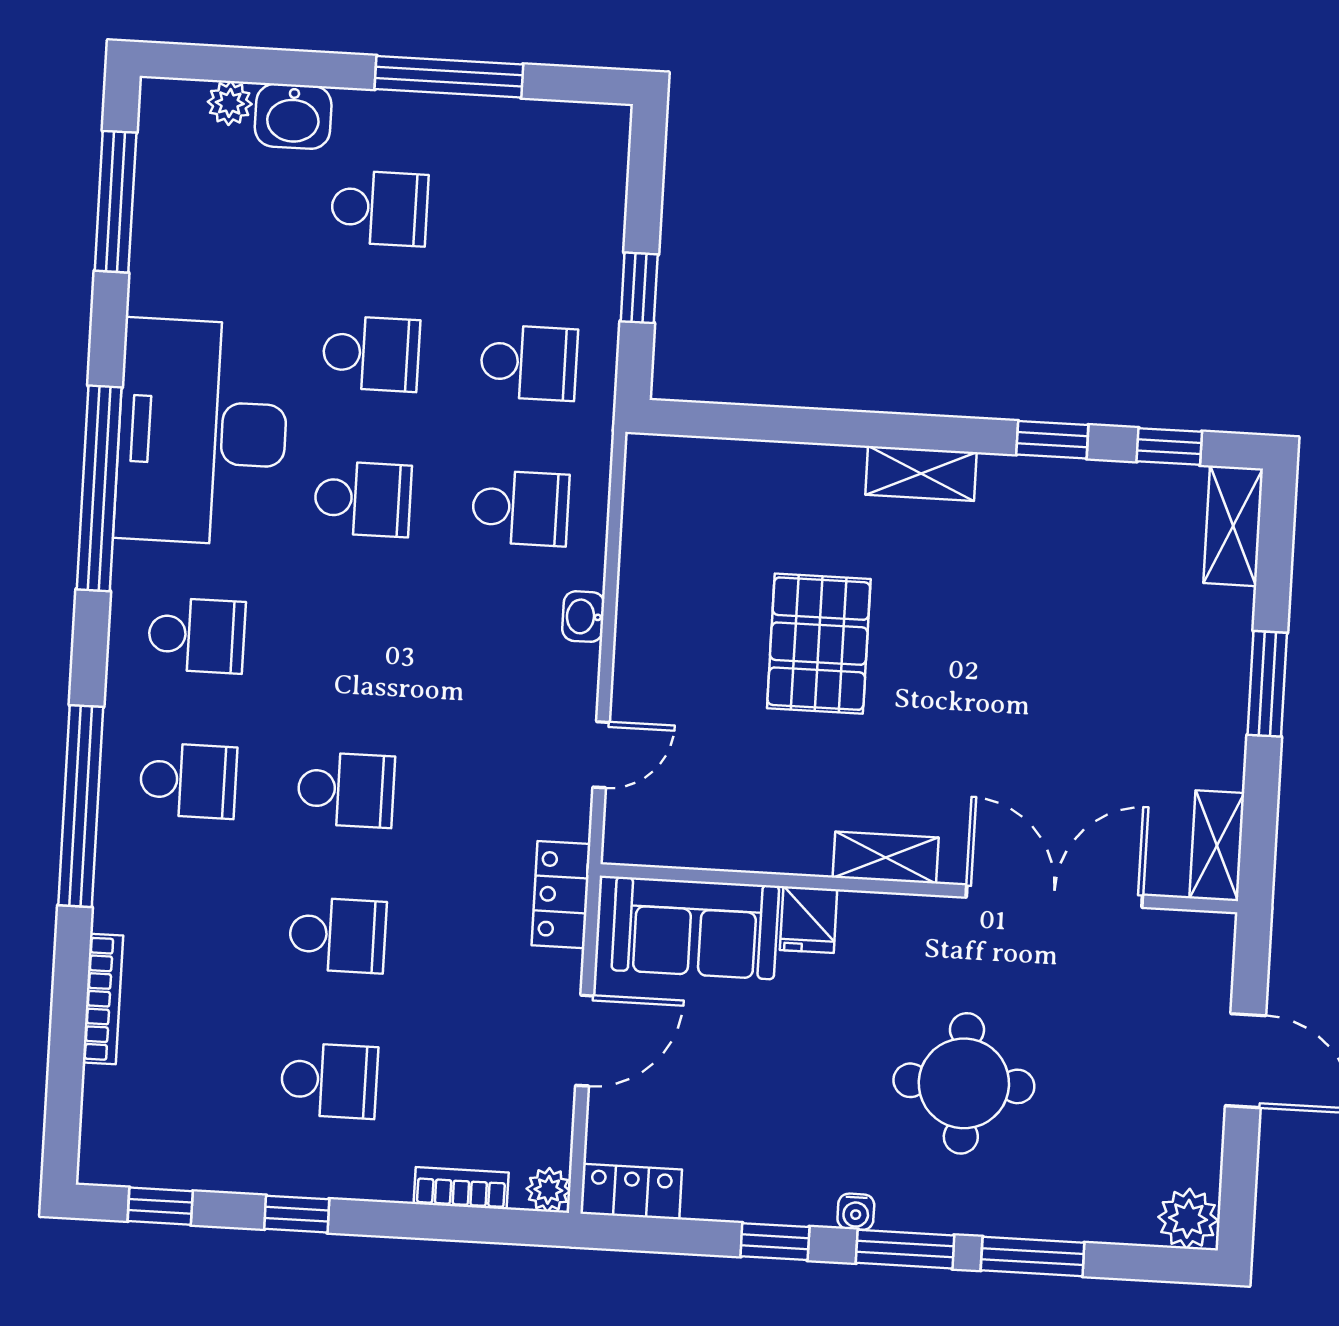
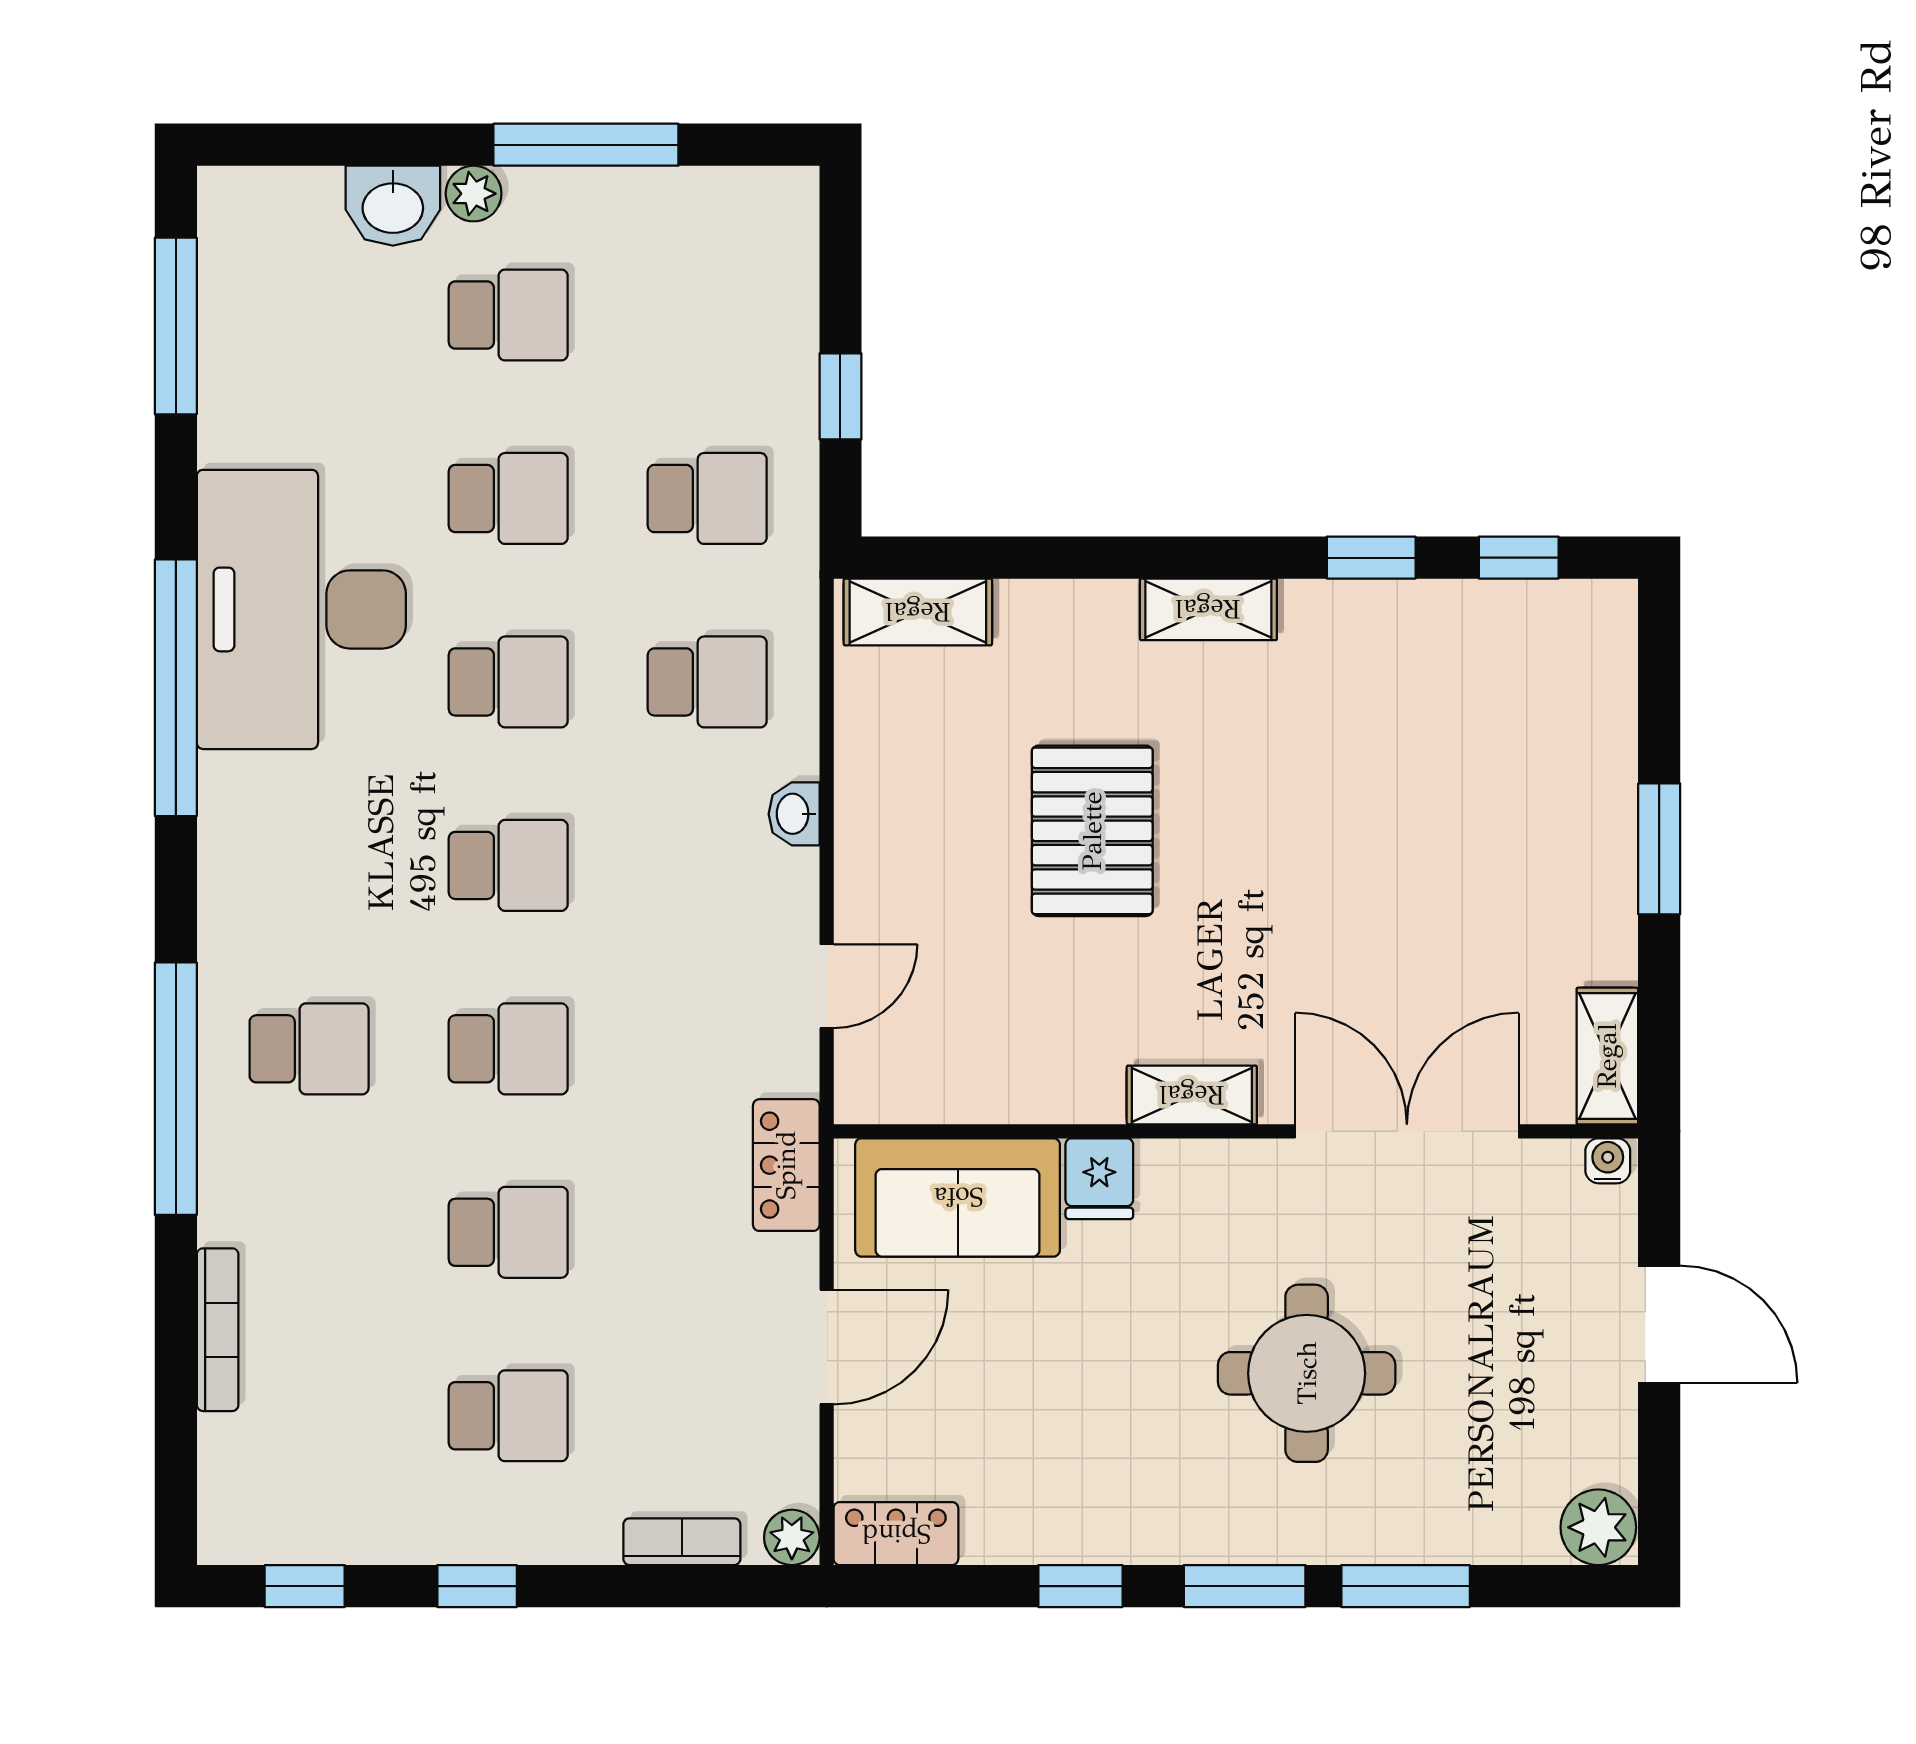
plant: (230, 103) -> (474, 194), moved
shelving: (1233, 526) -> (918, 612), moved, turned 90
school desk: (197, 635) -> (508, 865), moved
water cooler: (856, 1212) -> (1608, 1161), moved, turned 180

